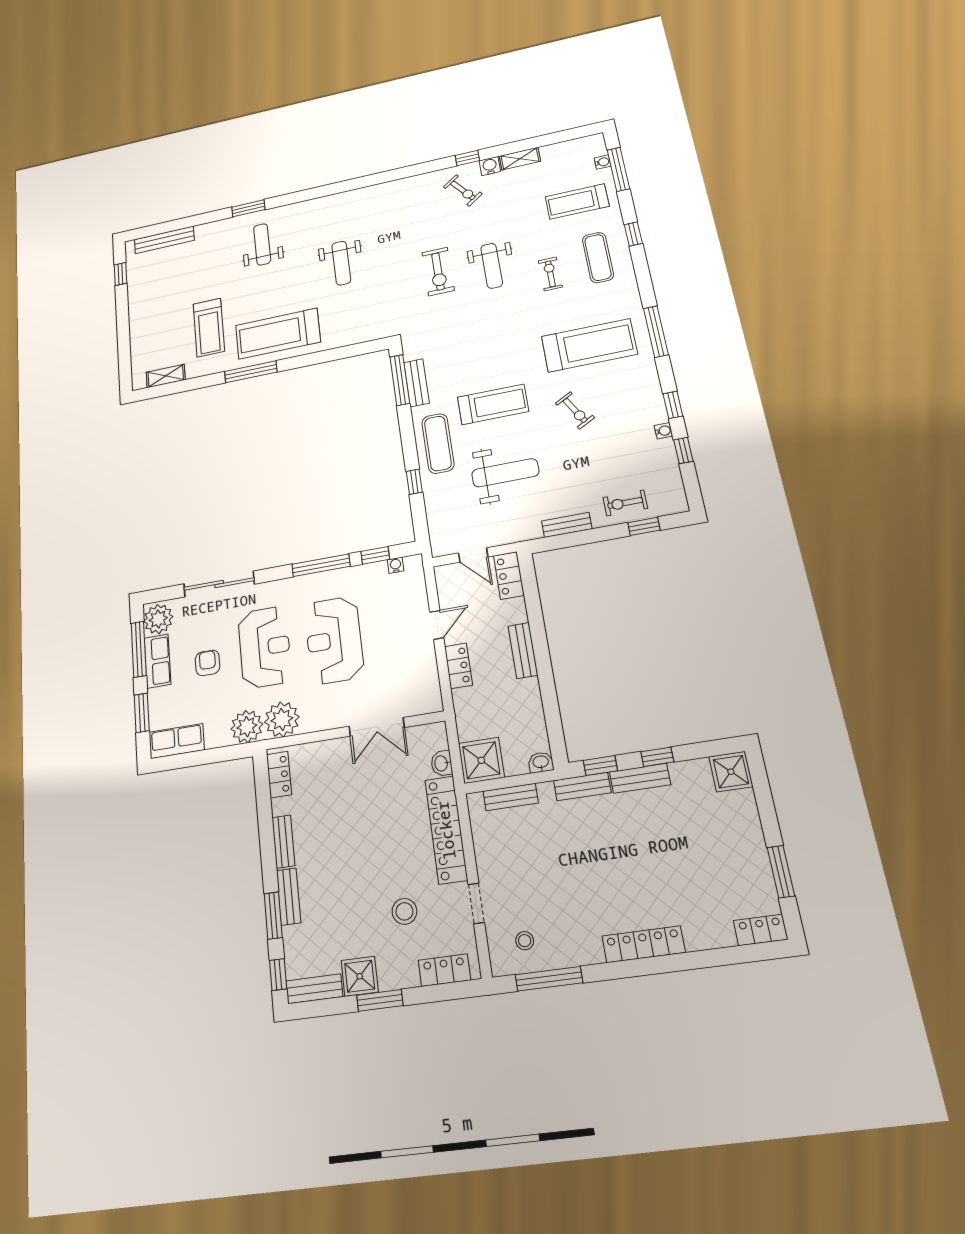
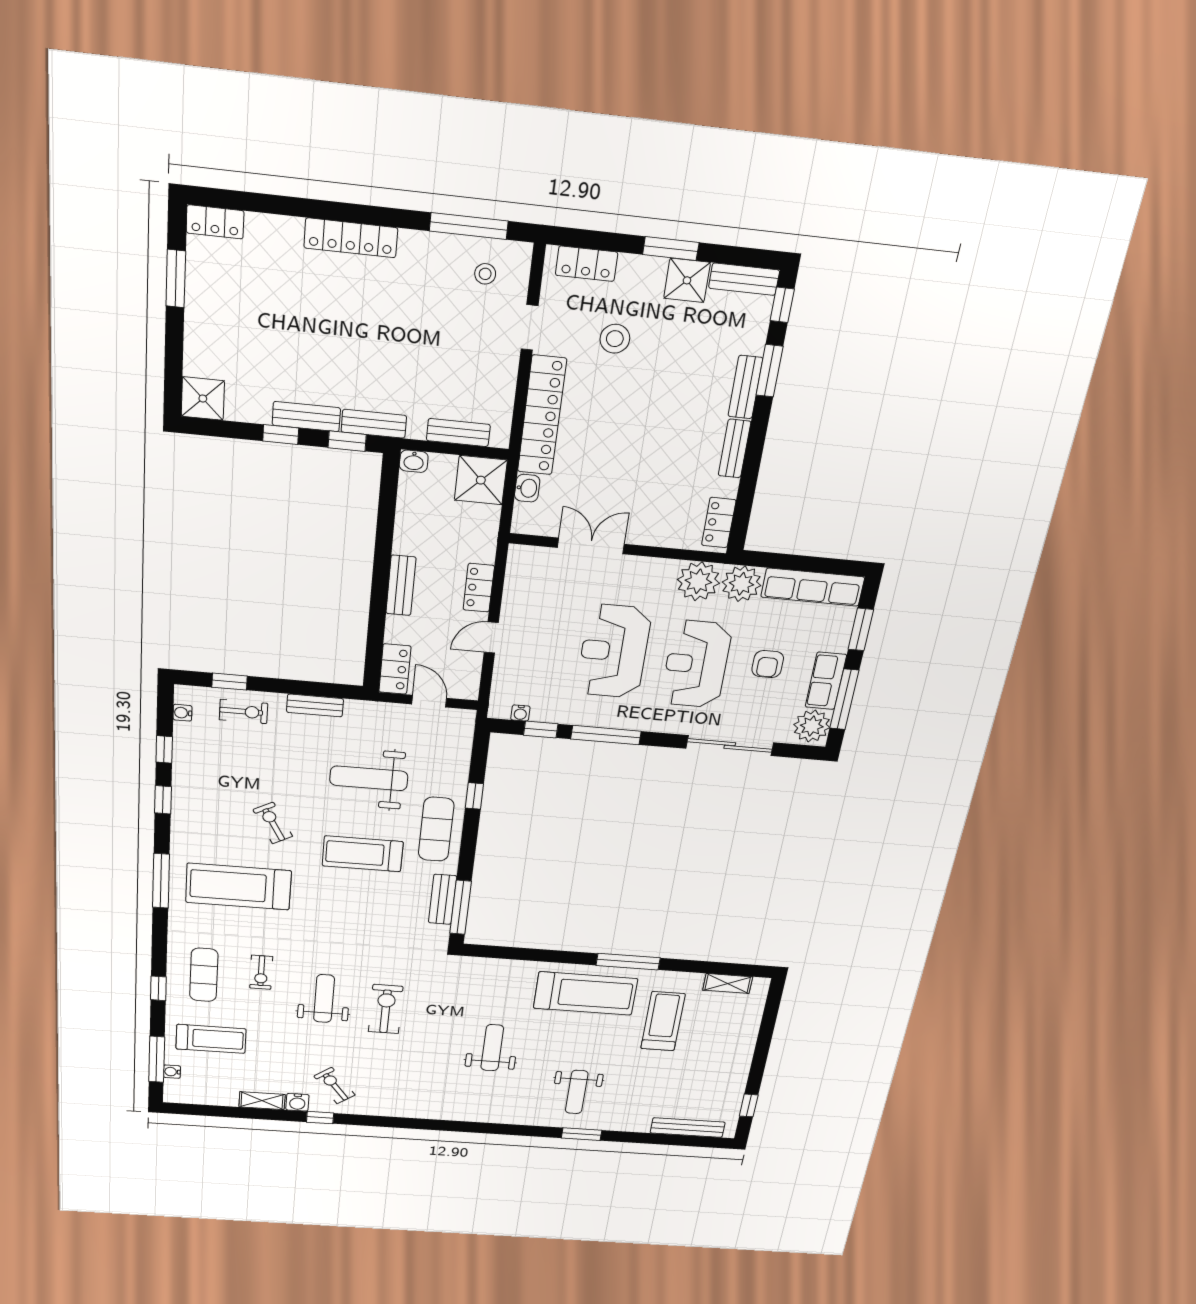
water cooler: (663, 431) -> (182, 713), moved
reception desk: (334, 640) -> (614, 651), turned 180
row of seats: (177, 741) -> (813, 587), width x1.48

